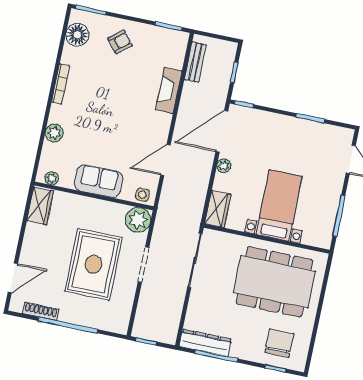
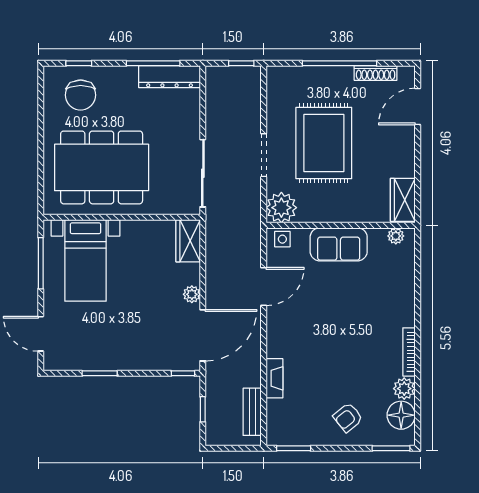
fireplace: (169, 90) -> (274, 378), width x0.73, depth x0.76
plant: (54, 133) -> (404, 389), moved
bed with nightstands: (279, 205) -> (86, 260), moved

